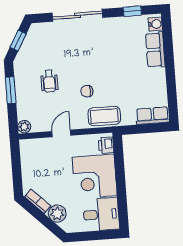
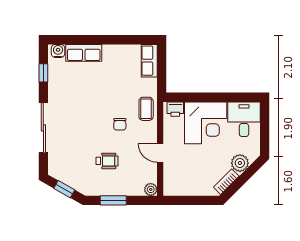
coffee table: (104, 116) -> (146, 109), width x0.73, depth x0.77

